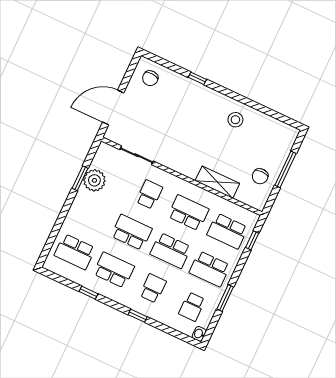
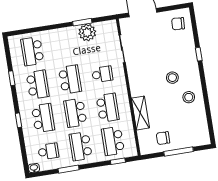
stool: (203, 123) -> (172, 78), added
school desk: (153, 288) -> (43, 118), width x1.85
school desk: (192, 307) -> (48, 151), turned 180

